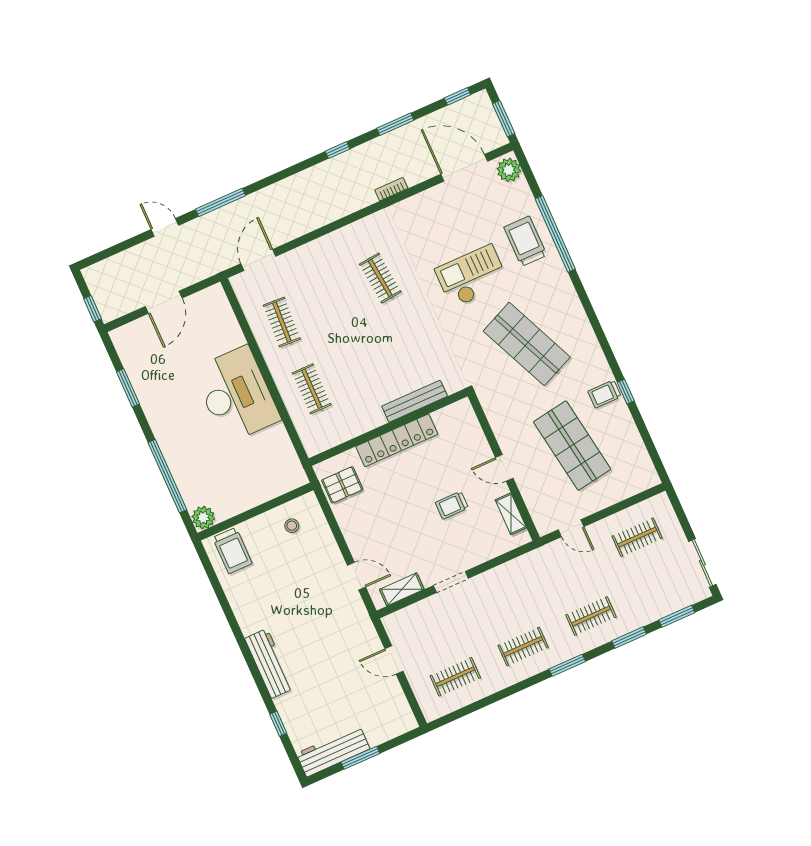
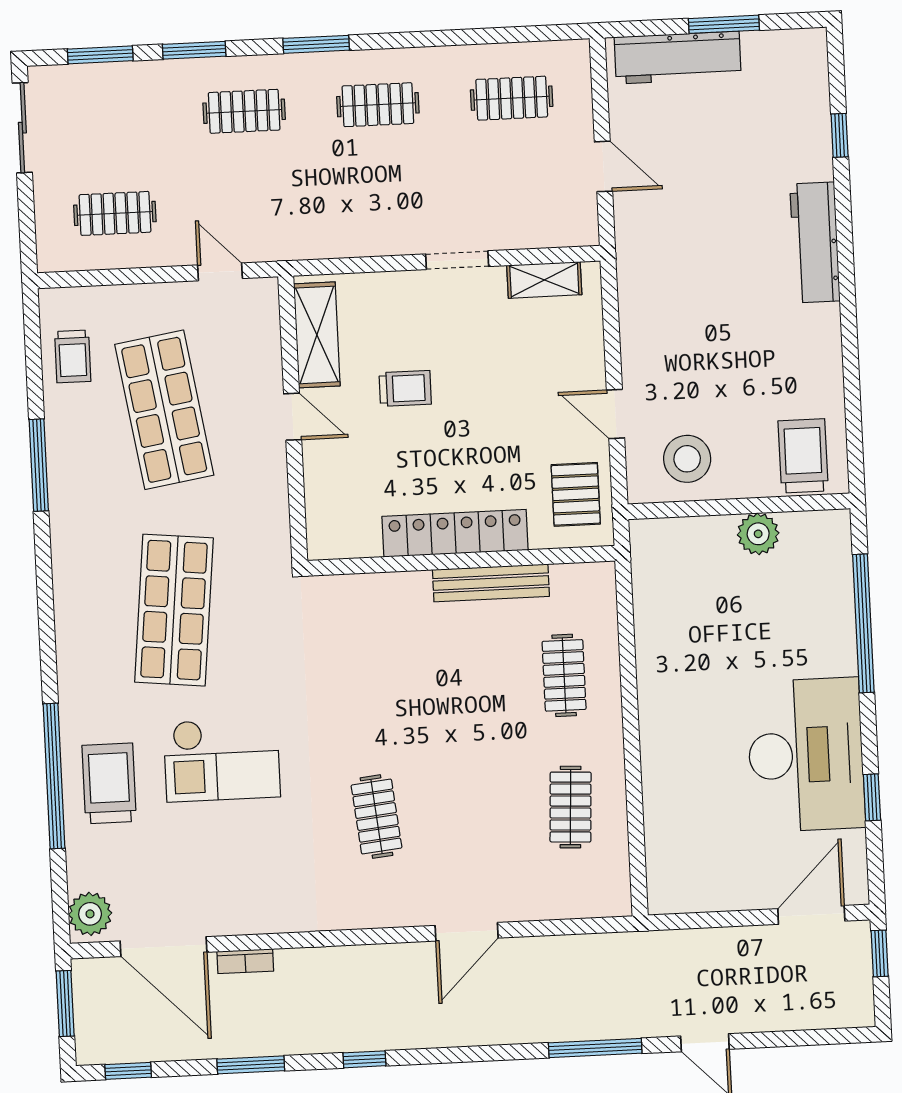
bookcase: (391, 189) -> (245, 961), moved
trolley: (525, 241) -> (109, 783), turned 180
door: (258, 260) -> (467, 932), moved
door: (164, 302) -> (811, 915), moved
shop shelf: (527, 344) -> (174, 610), turned 30
window: (128, 388) -> (872, 797), width x0.67
window: (626, 392) -> (39, 465), width x2.17
trolley: (605, 394) -> (73, 356), moved, turned 90
desk: (236, 395) -> (806, 755), moved, turned 180
bench: (415, 401) -> (491, 583), moved
pallet: (342, 485) -> (576, 494), turned 90
shelving: (511, 514) -> (317, 335), width x1.50, depth x1.33
plant: (203, 518) -> (758, 534), moved
stool: (292, 526) -> (687, 459), width x1.89, depth x1.89
door: (356, 576) -> (616, 414), moved
workbench: (333, 751) -> (678, 58), moved

